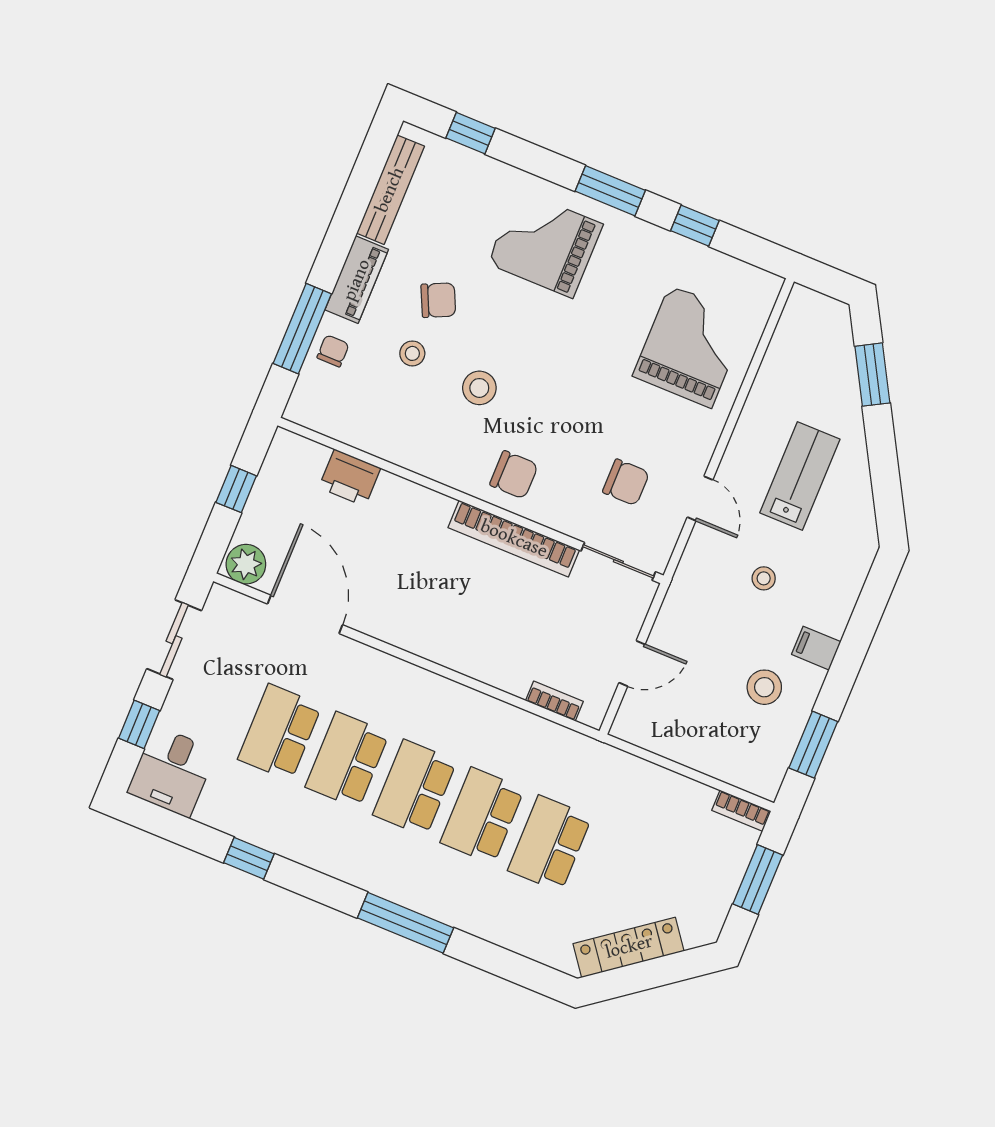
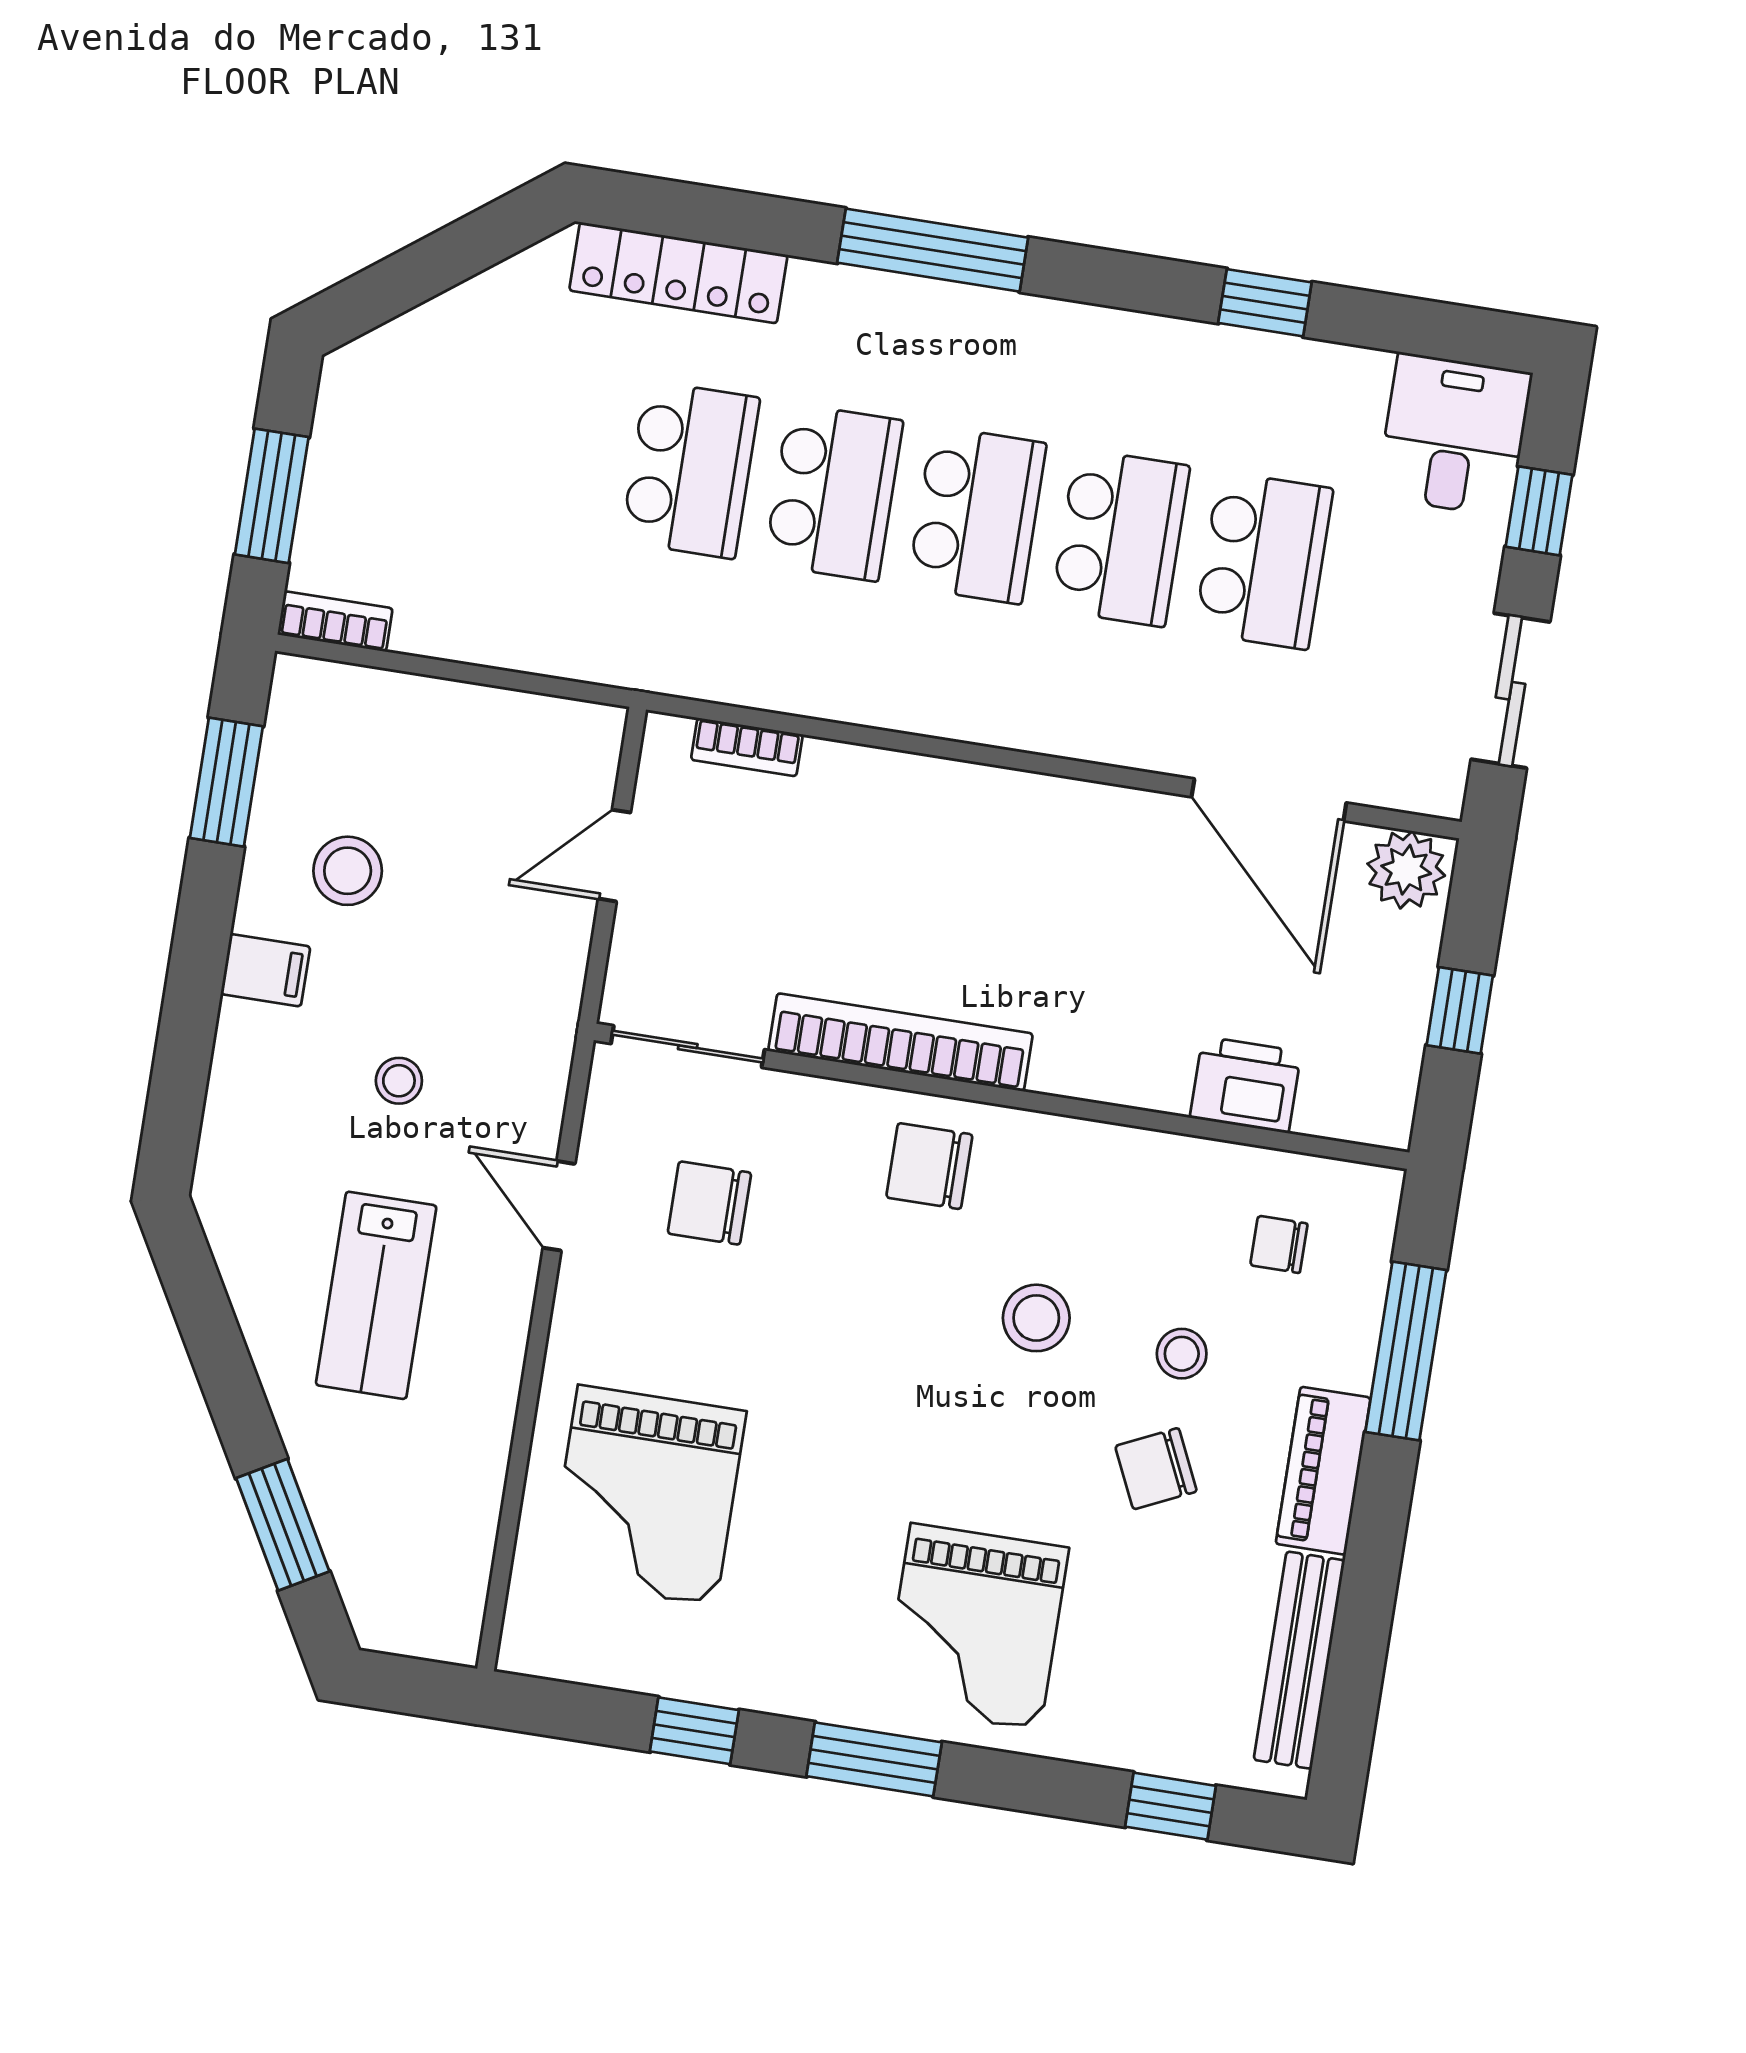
grand piano: (545, 244) -> (976, 1627), turned 90
chair: (333, 351) -> (1279, 1244), moved, turned 90
locker: (629, 947) -> (678, 273), moved, turned 37

